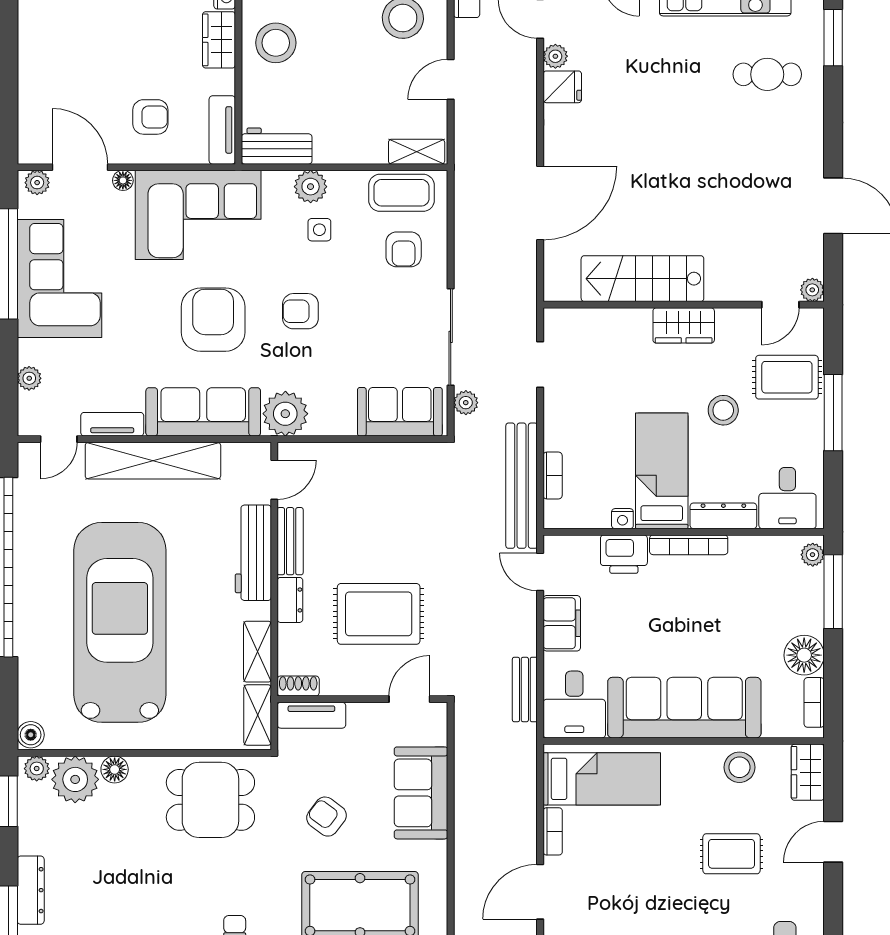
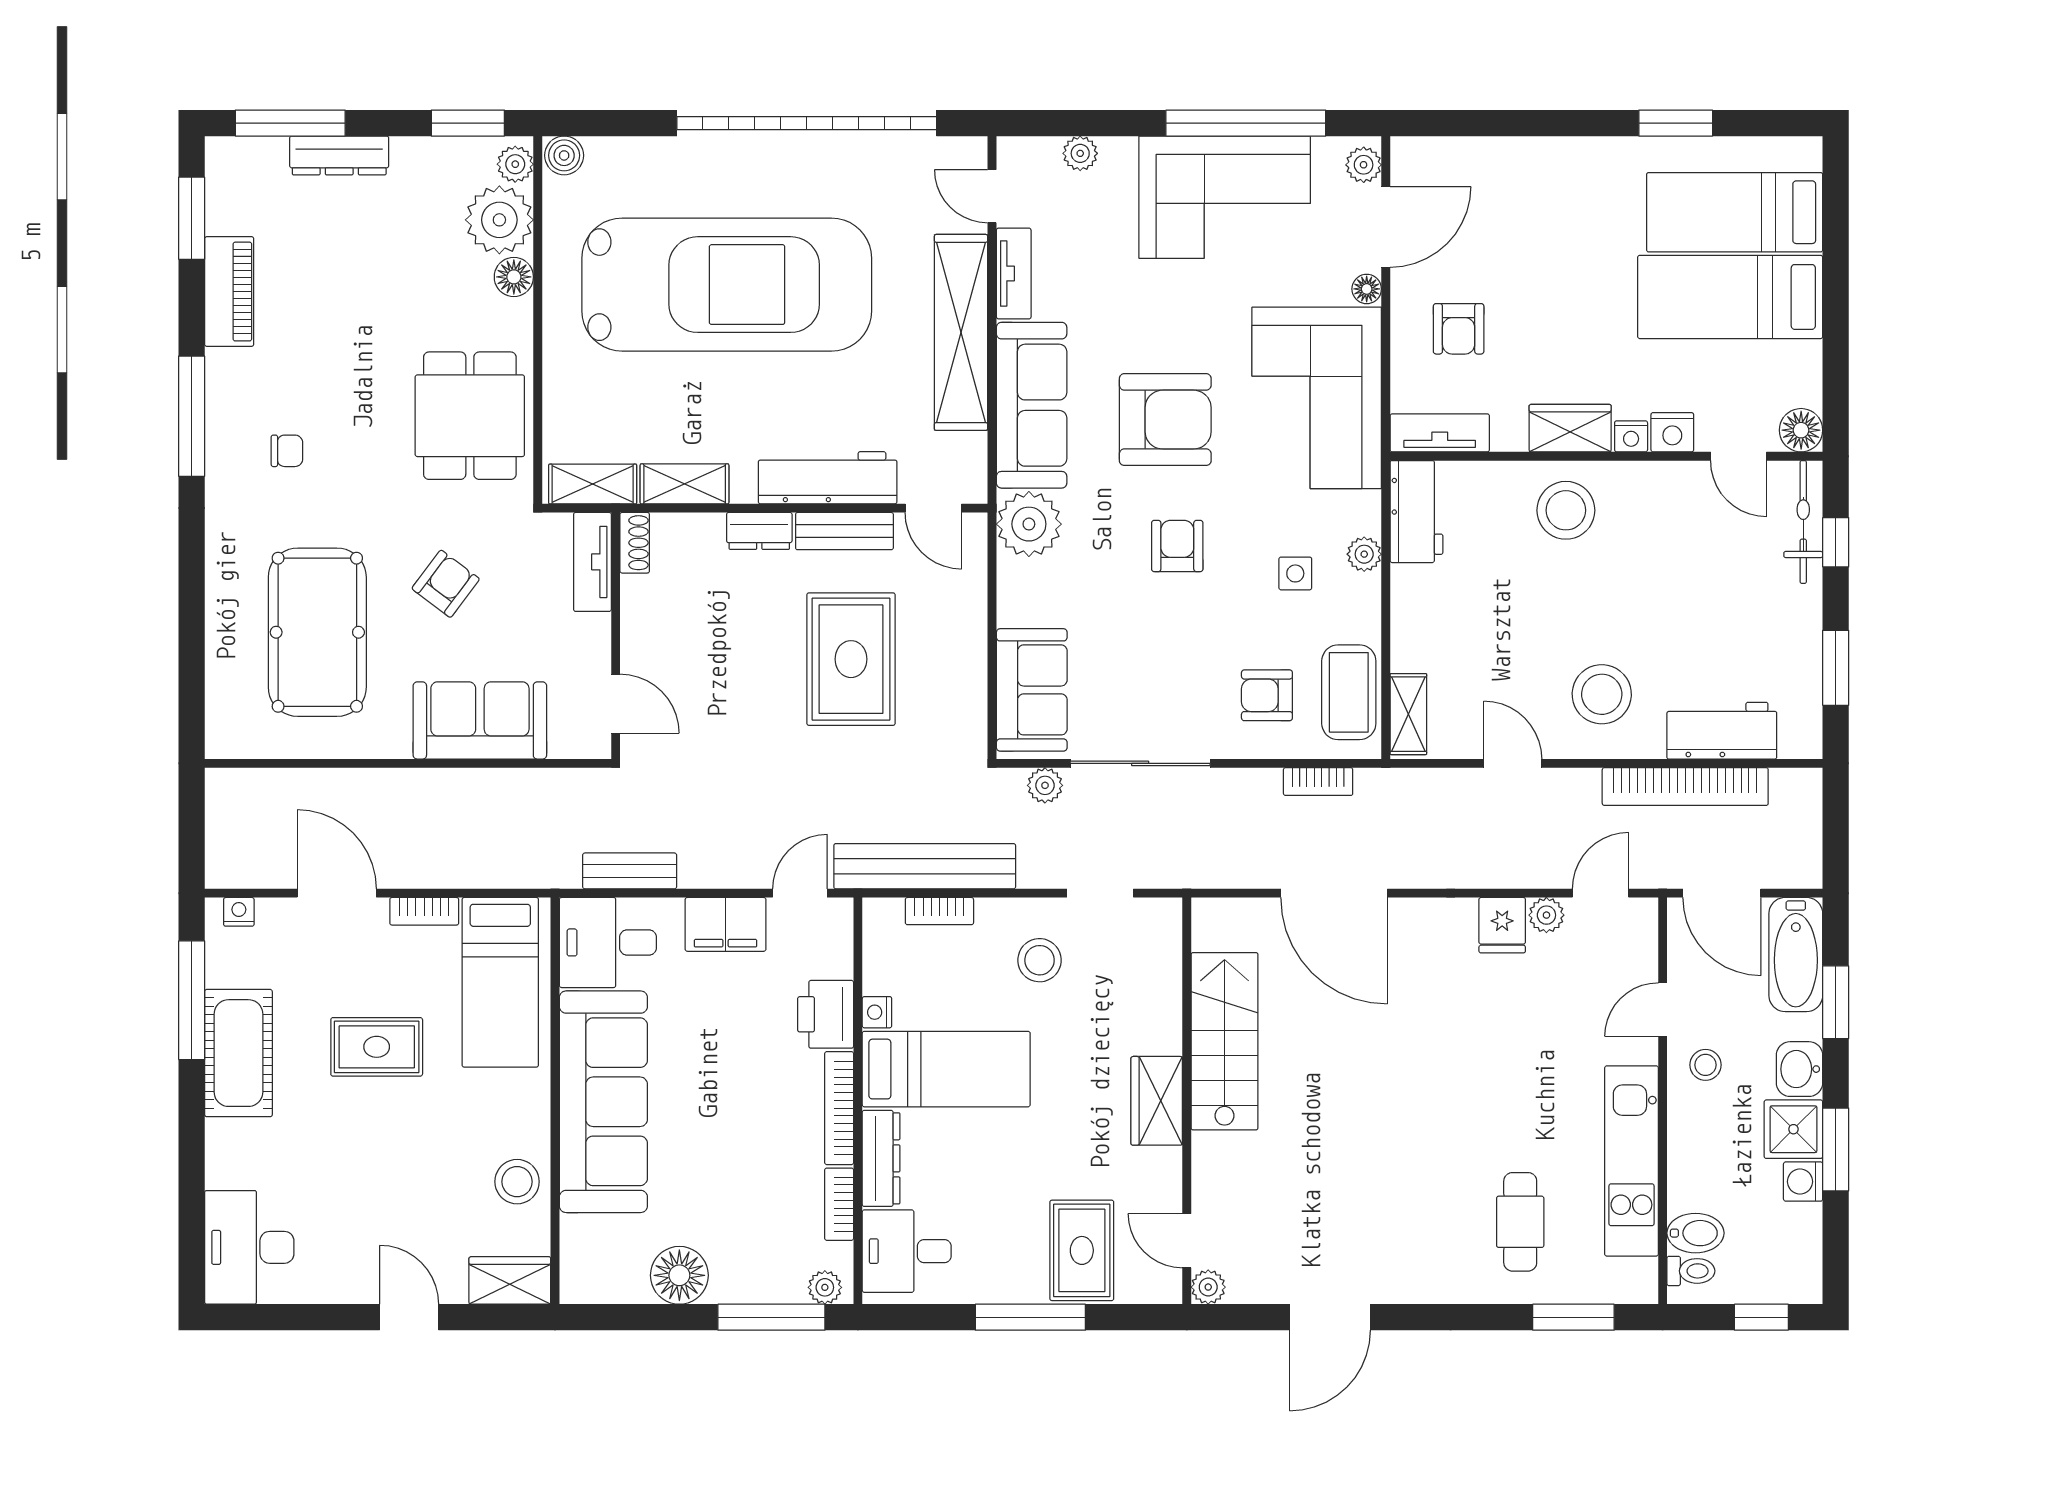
plant: (311, 187) -> (1364, 554), width x0.73, depth x0.73
bookcase: (463, 214) -> (1318, 782), added
stool: (723, 410) -> (1040, 960), moved
rug: (379, 614) -> (851, 659), moved
bookcase: (814, 702) -> (839, 1204), moved, turned -90
rug: (732, 854) -> (377, 1047), moved, turned 90

